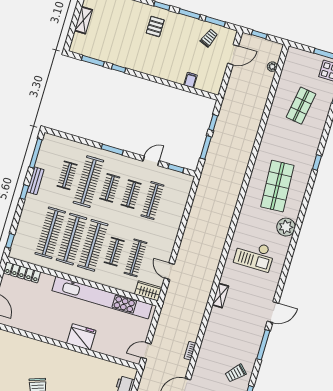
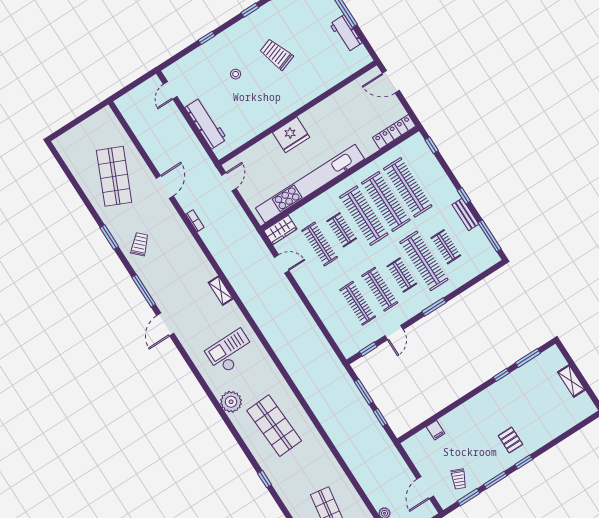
clothes rail: (131, 194) -> (380, 289), width x1.36

